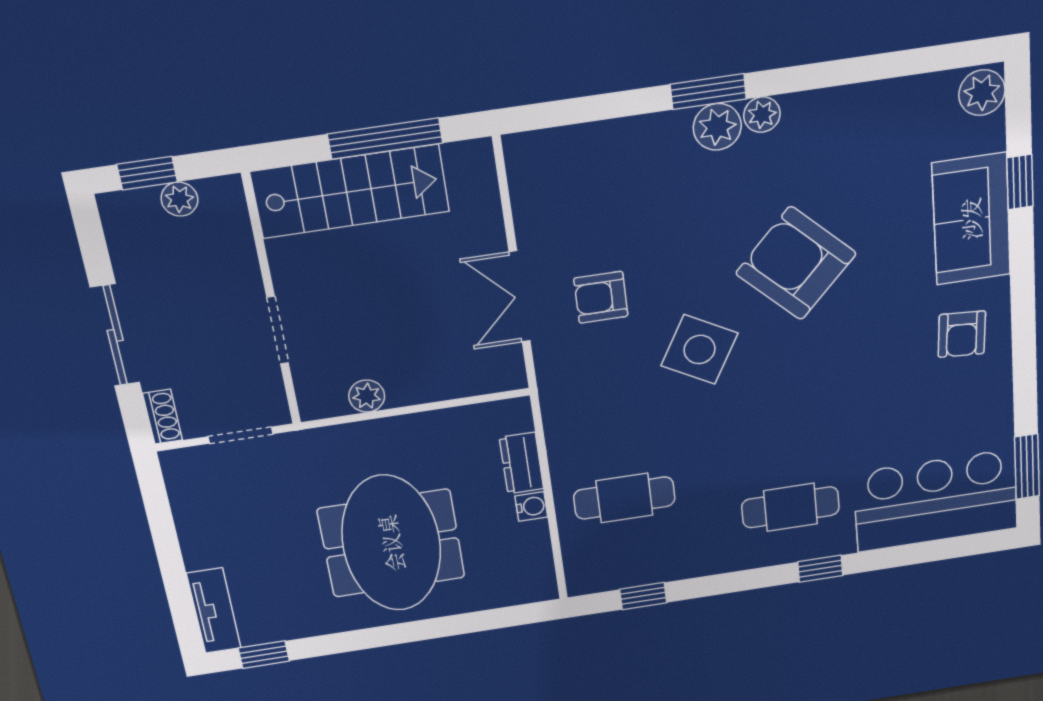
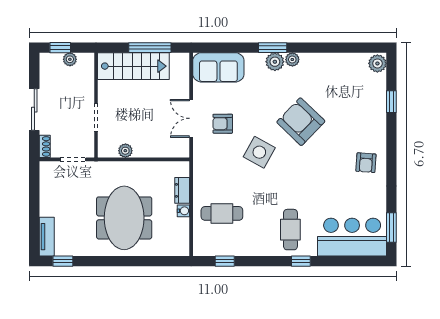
sofa: (971, 219) -> (218, 67), moved, turned -90
cafe table: (790, 507) -> (290, 230), turned 90

